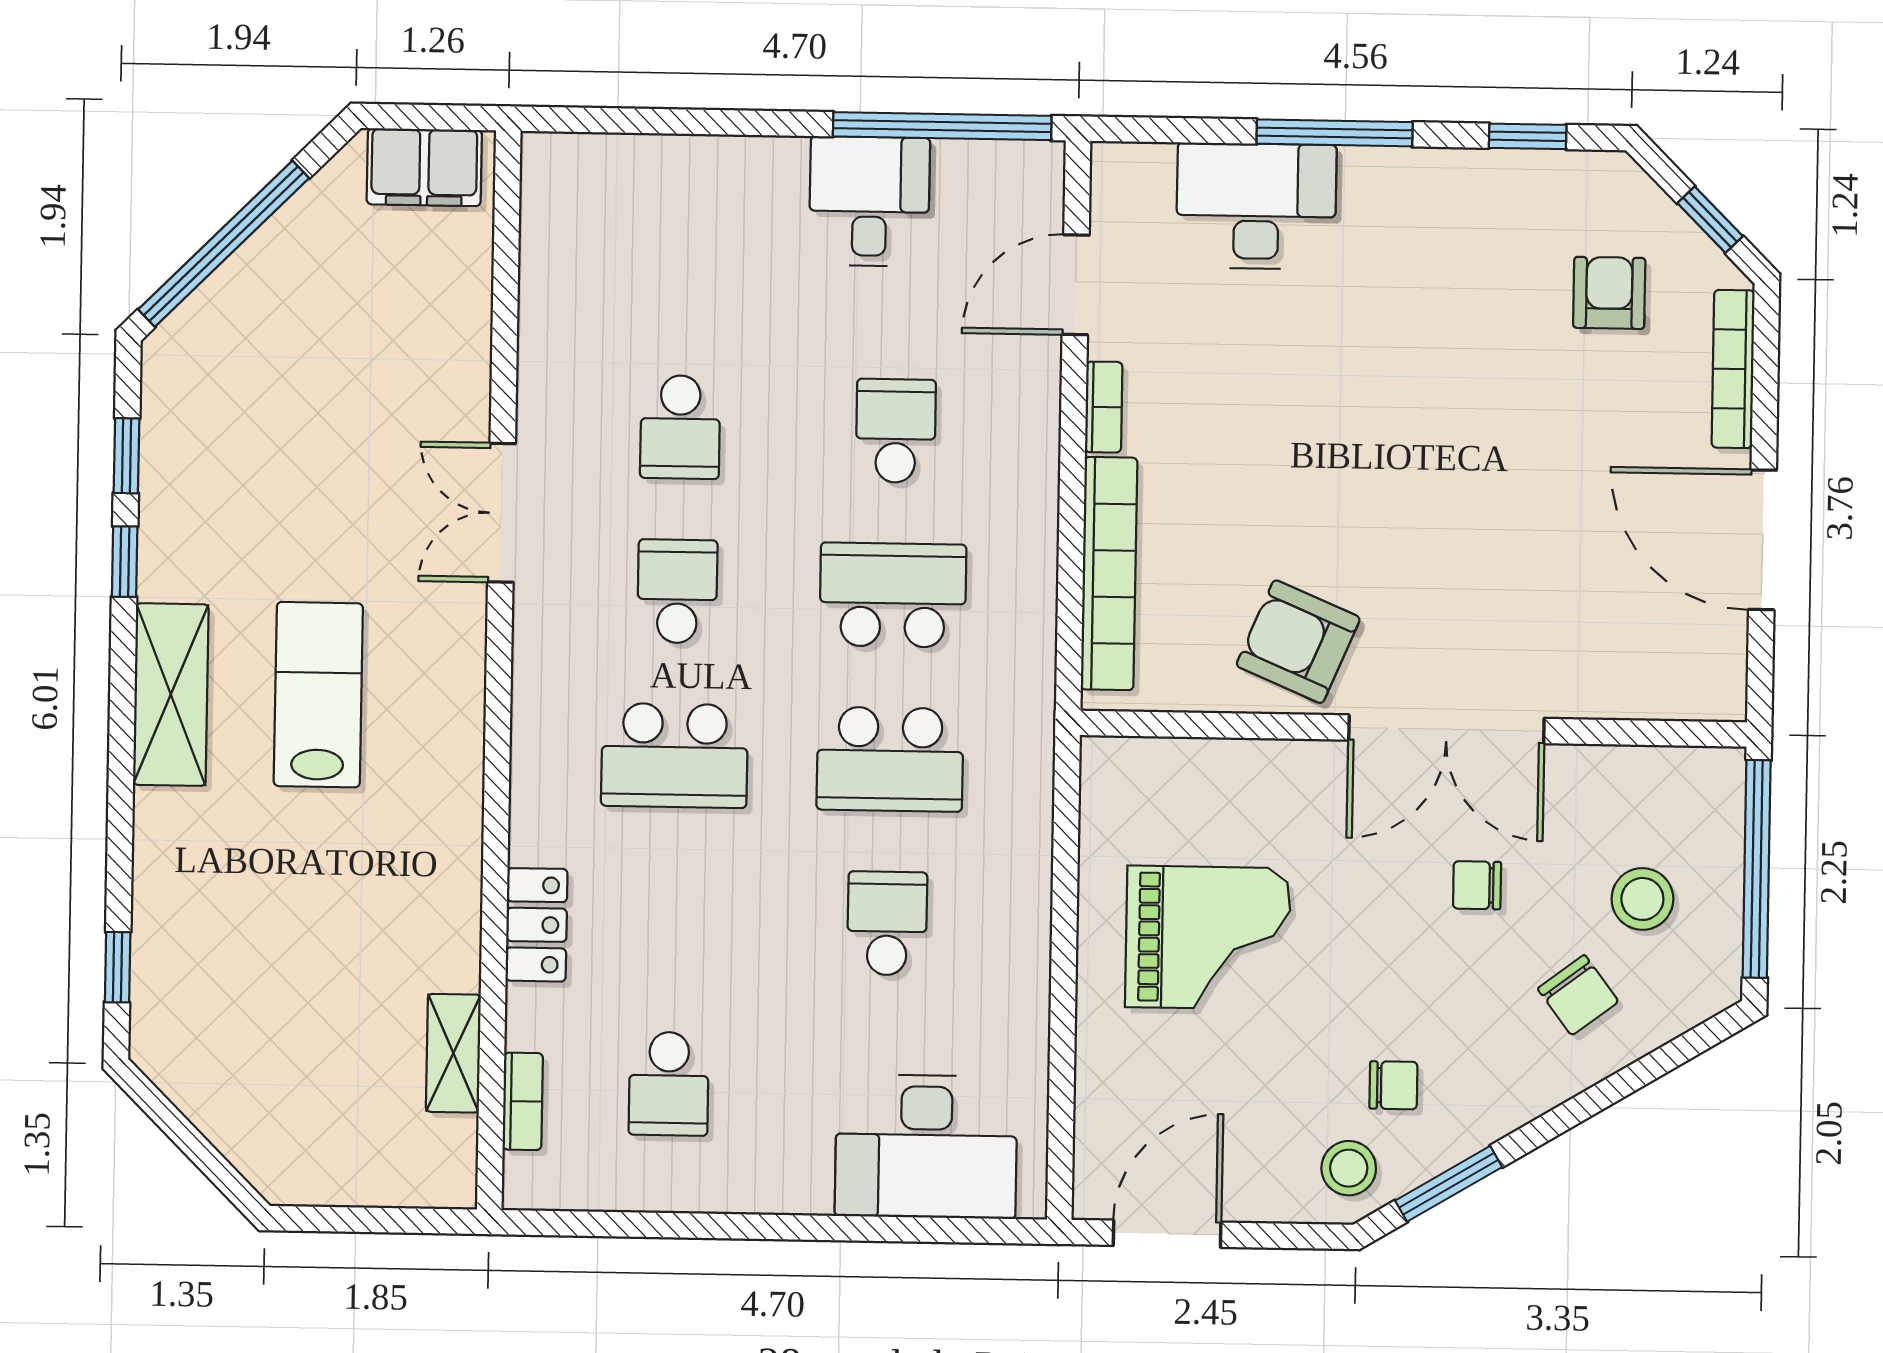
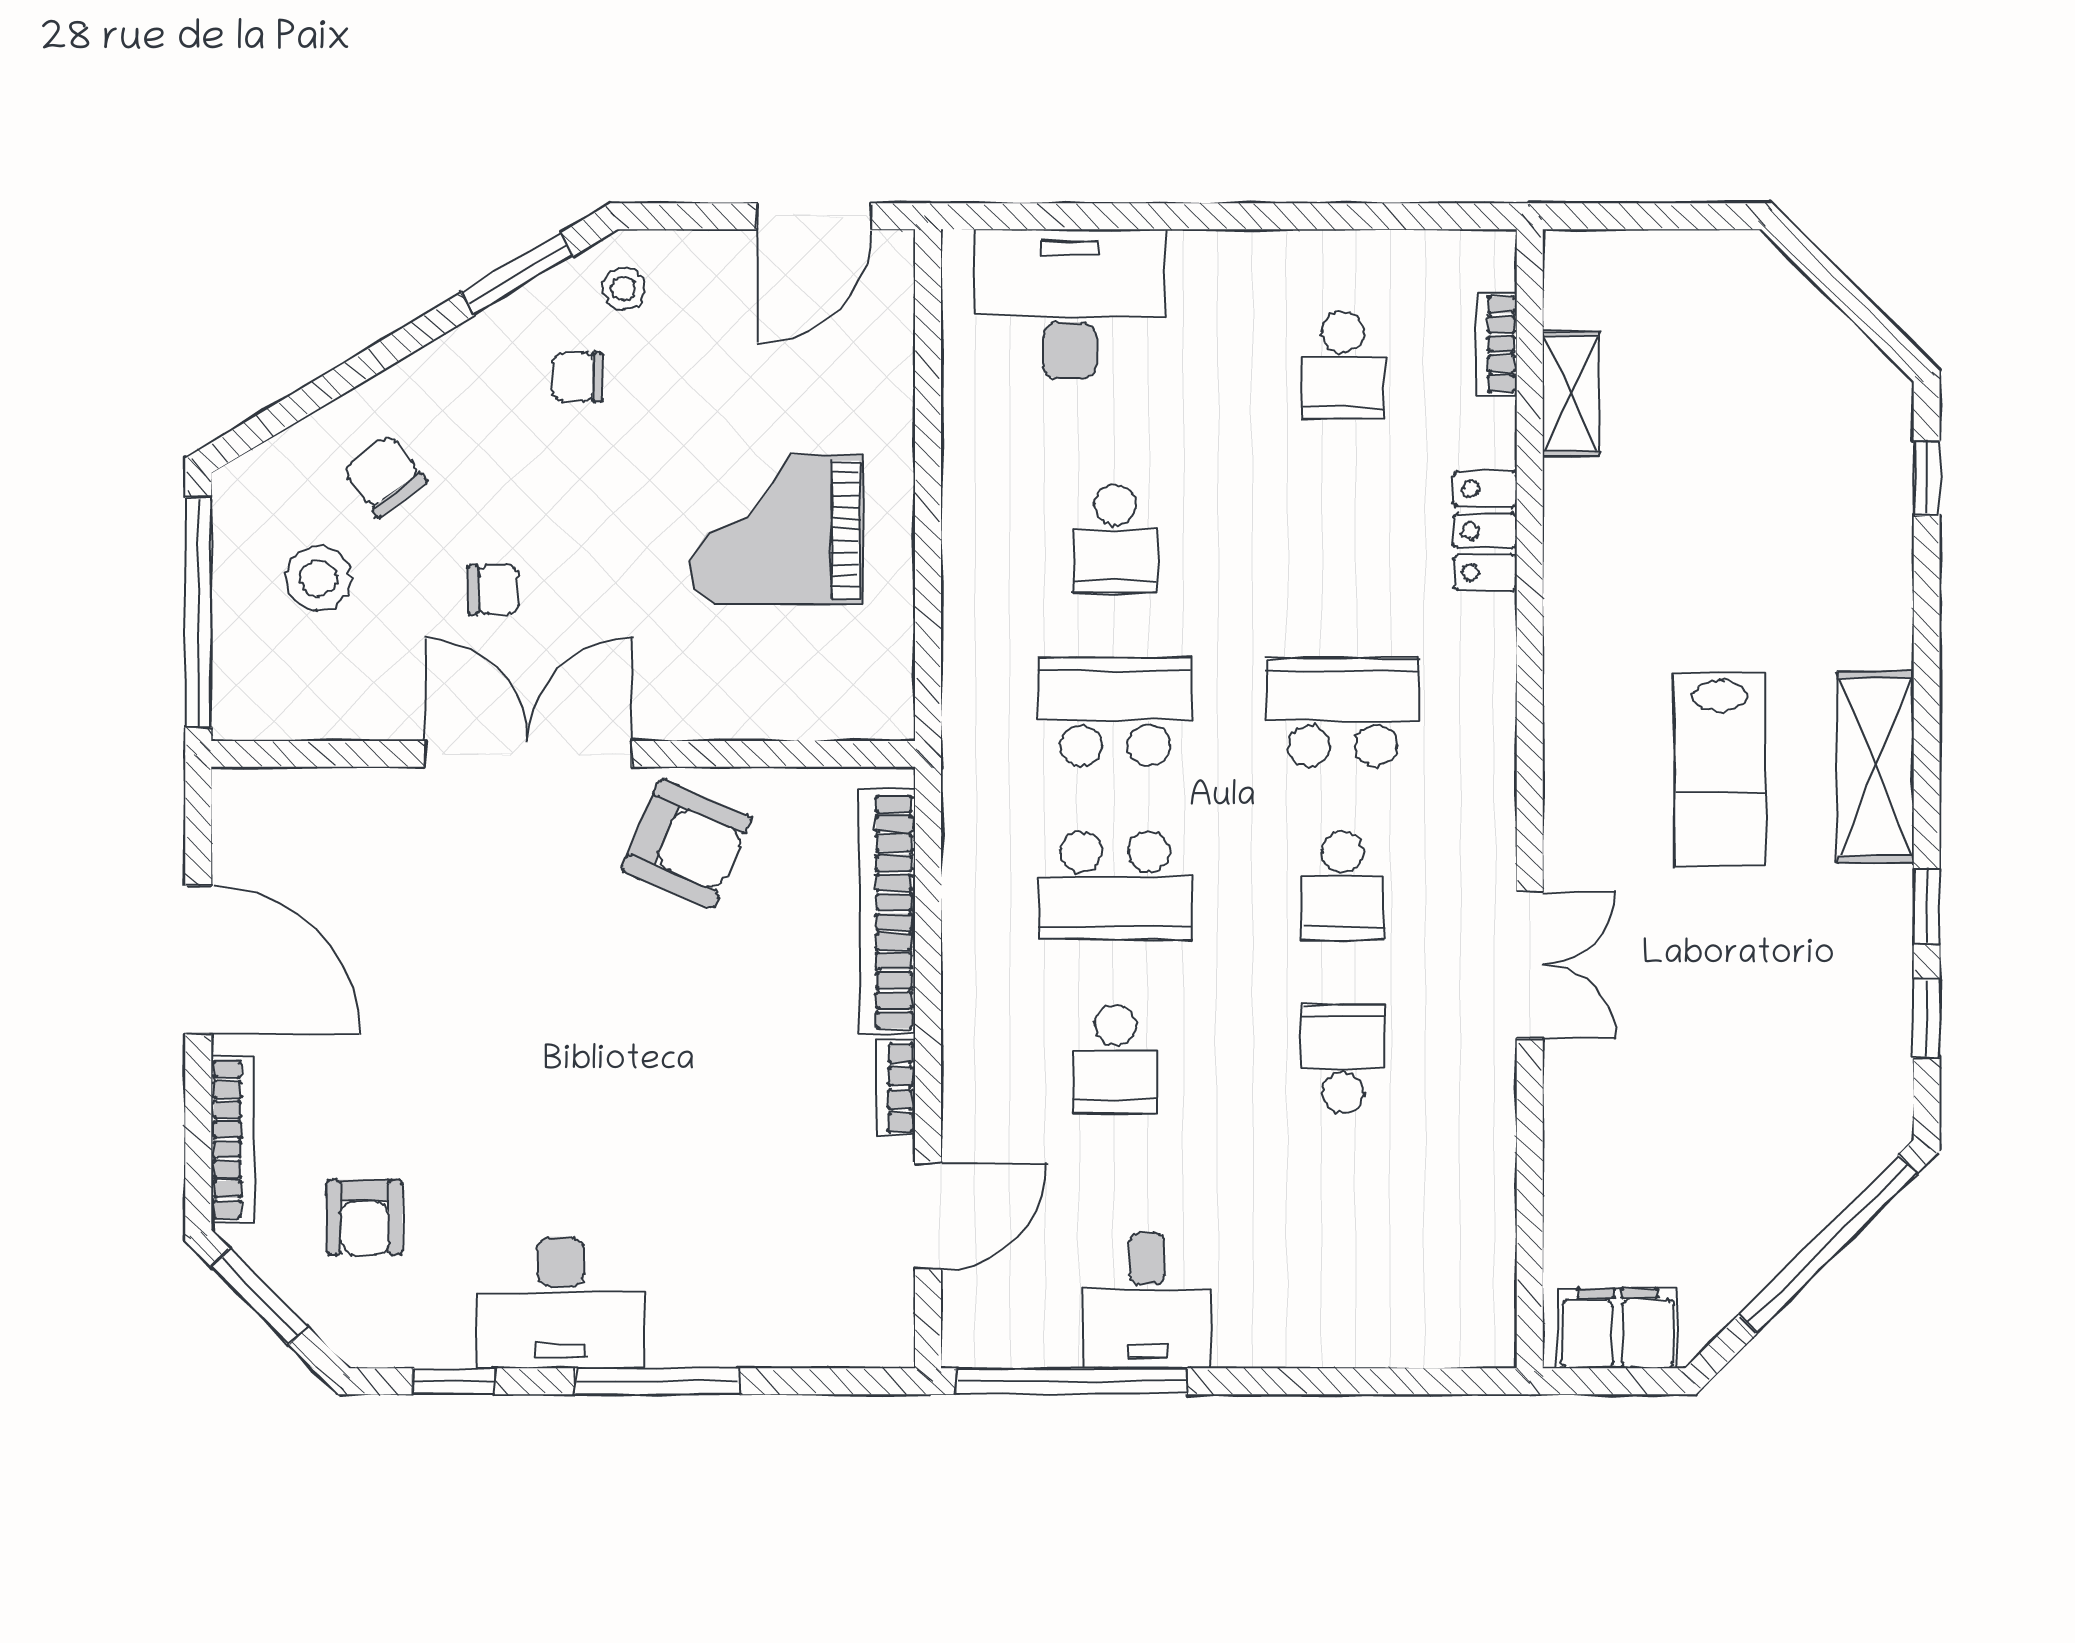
desk: (1256, 206) -> (560, 1303), moved
window: (1710, 220) -> (259, 1297), width x1.50
school desk: (669, 1084) -> (1343, 365), turned 180
stool: (1349, 1168) -> (623, 289), width x0.73, depth x0.73

